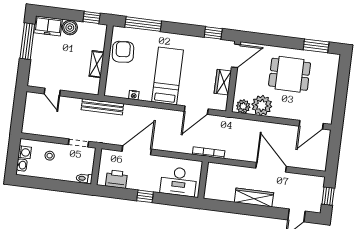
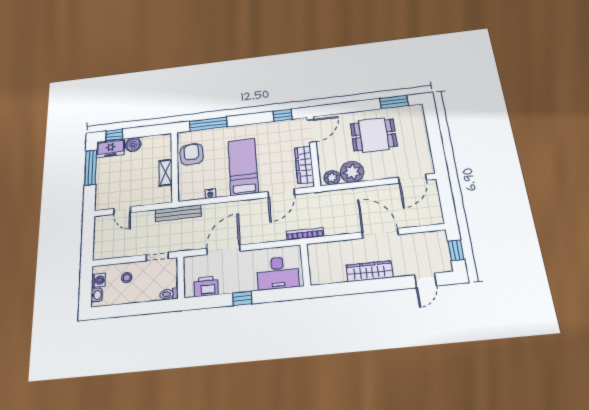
window: (92, 17) -> (114, 135), moved
wardrobe: (223, 82) -> (304, 165), width x1.50

